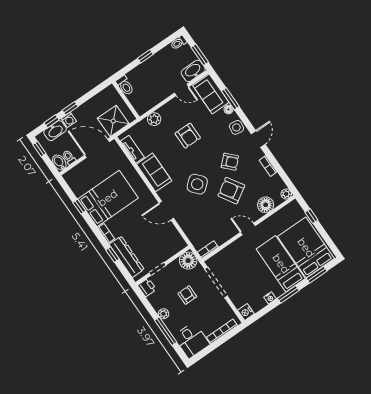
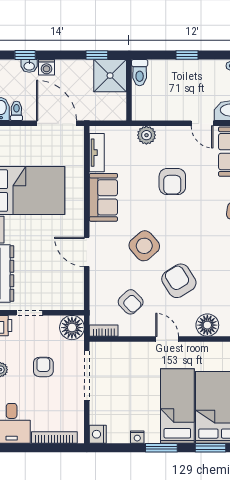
window: (70, 108) -> (97, 55), moved
shower: (113, 121) -> (110, 76), moved
washbasin: (55, 131) -> (29, 66), width x0.52, depth x0.69
armchair: (230, 162) -> (131, 302), moved

